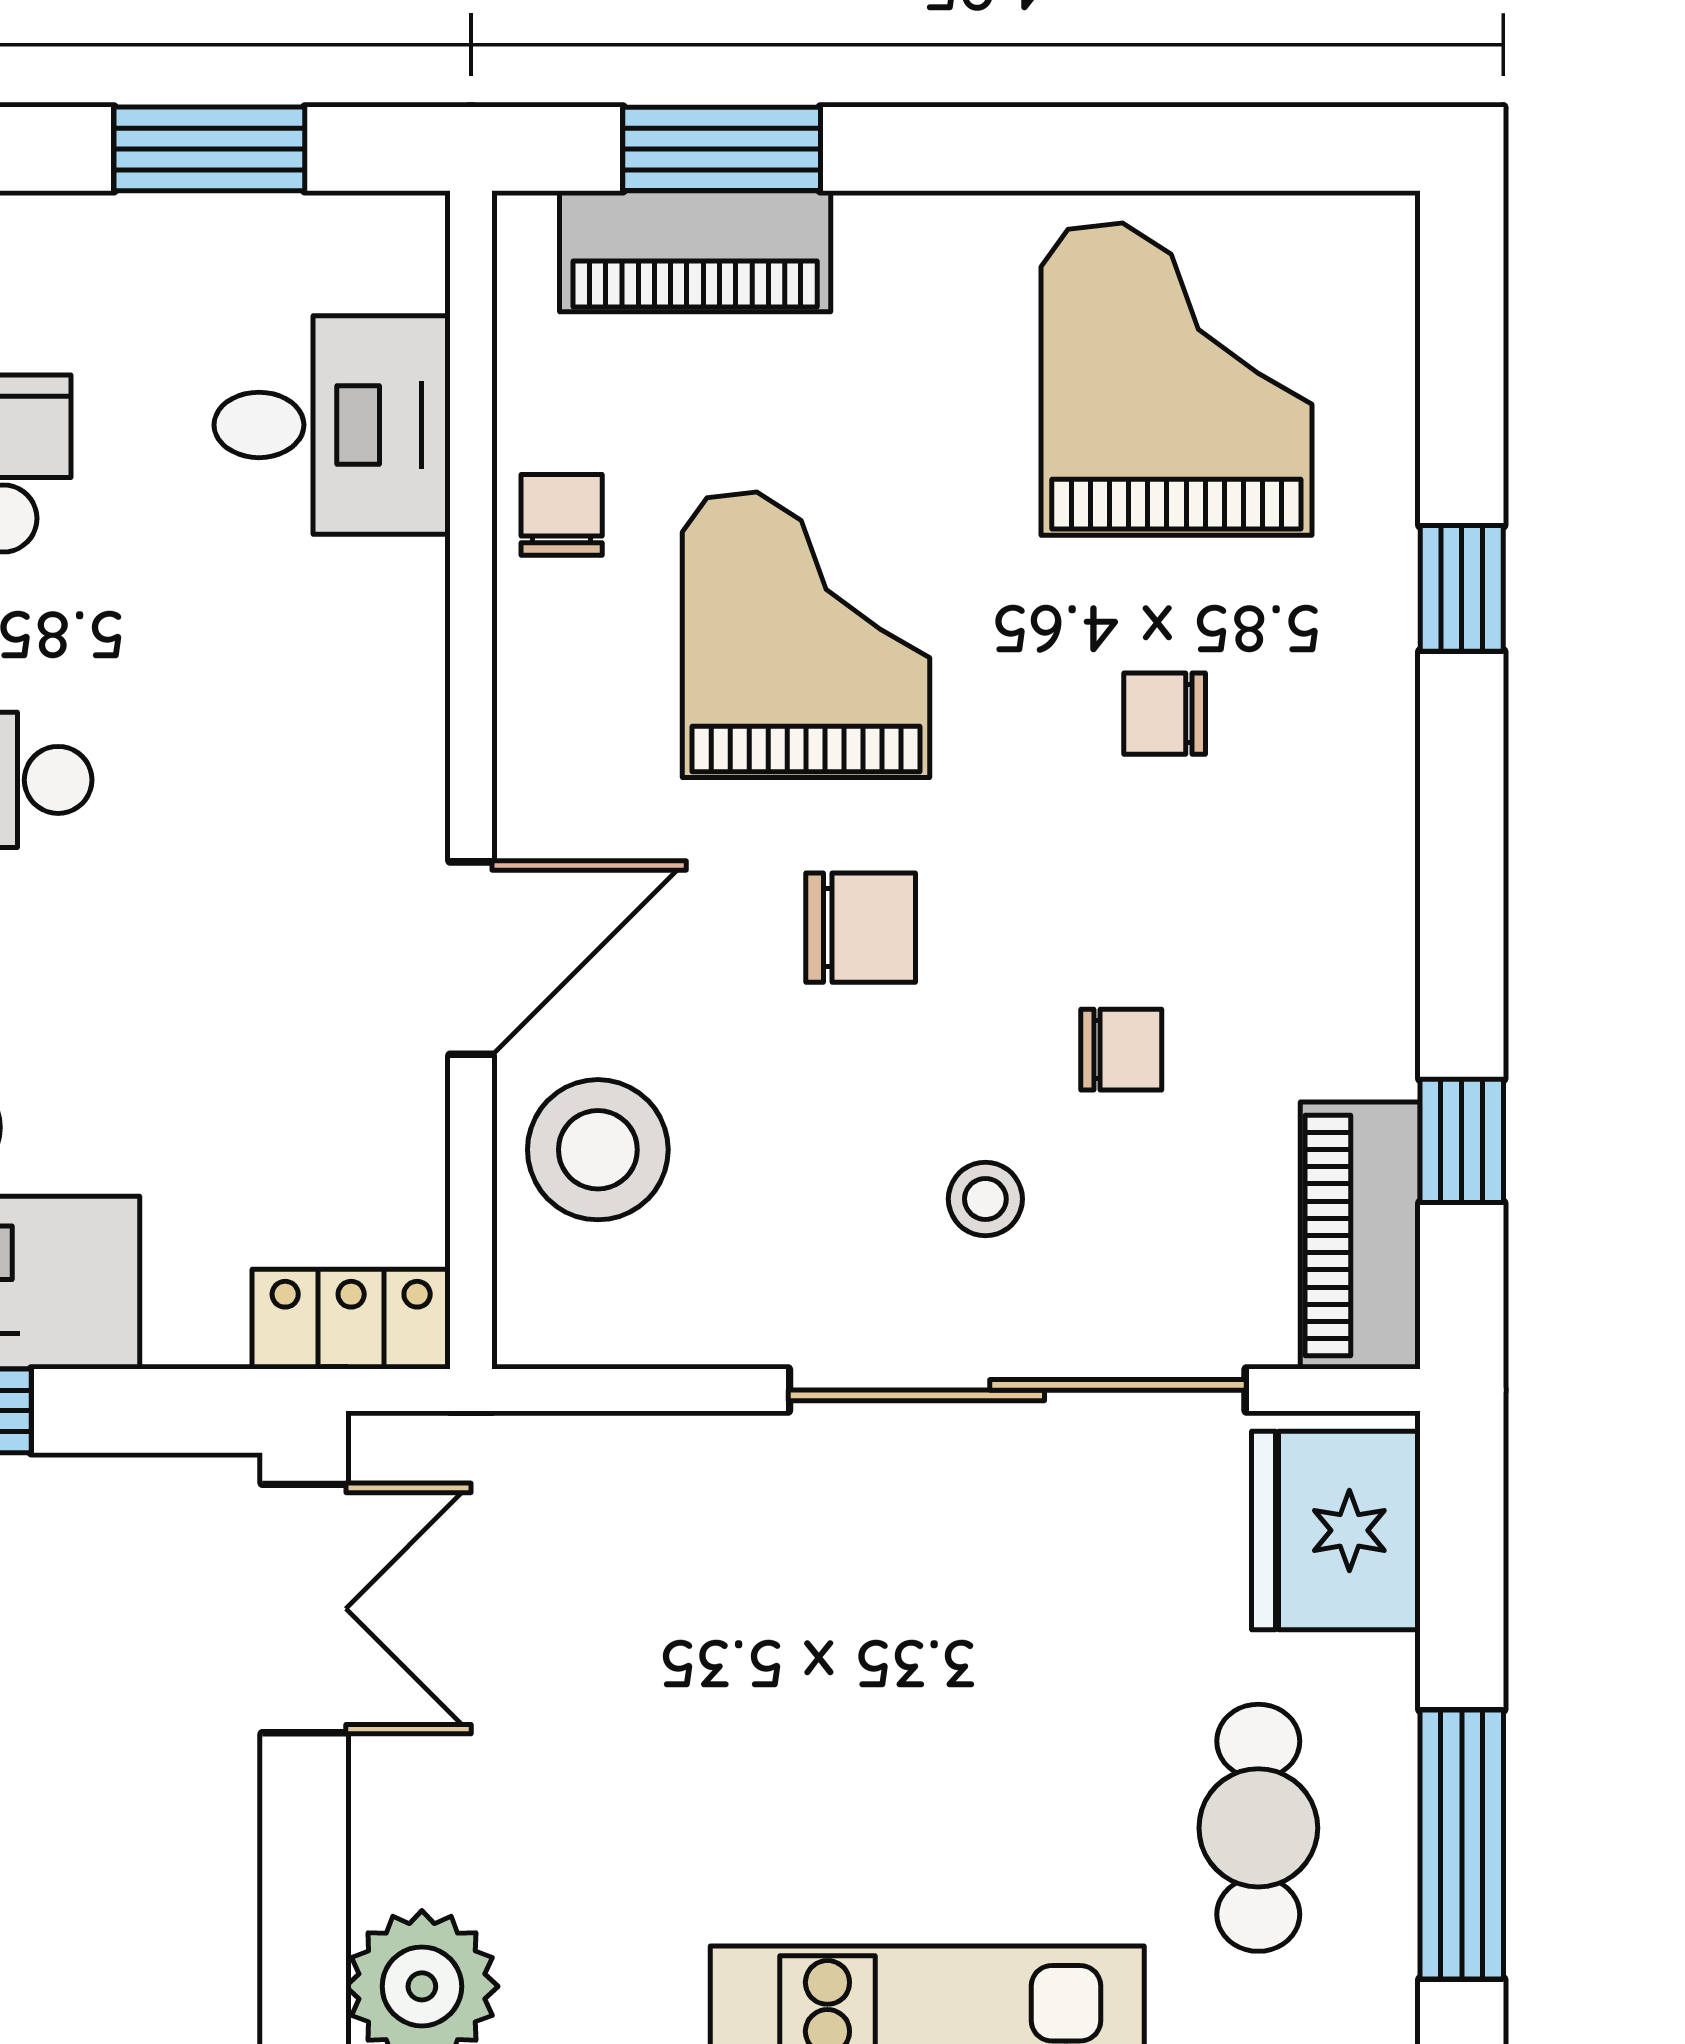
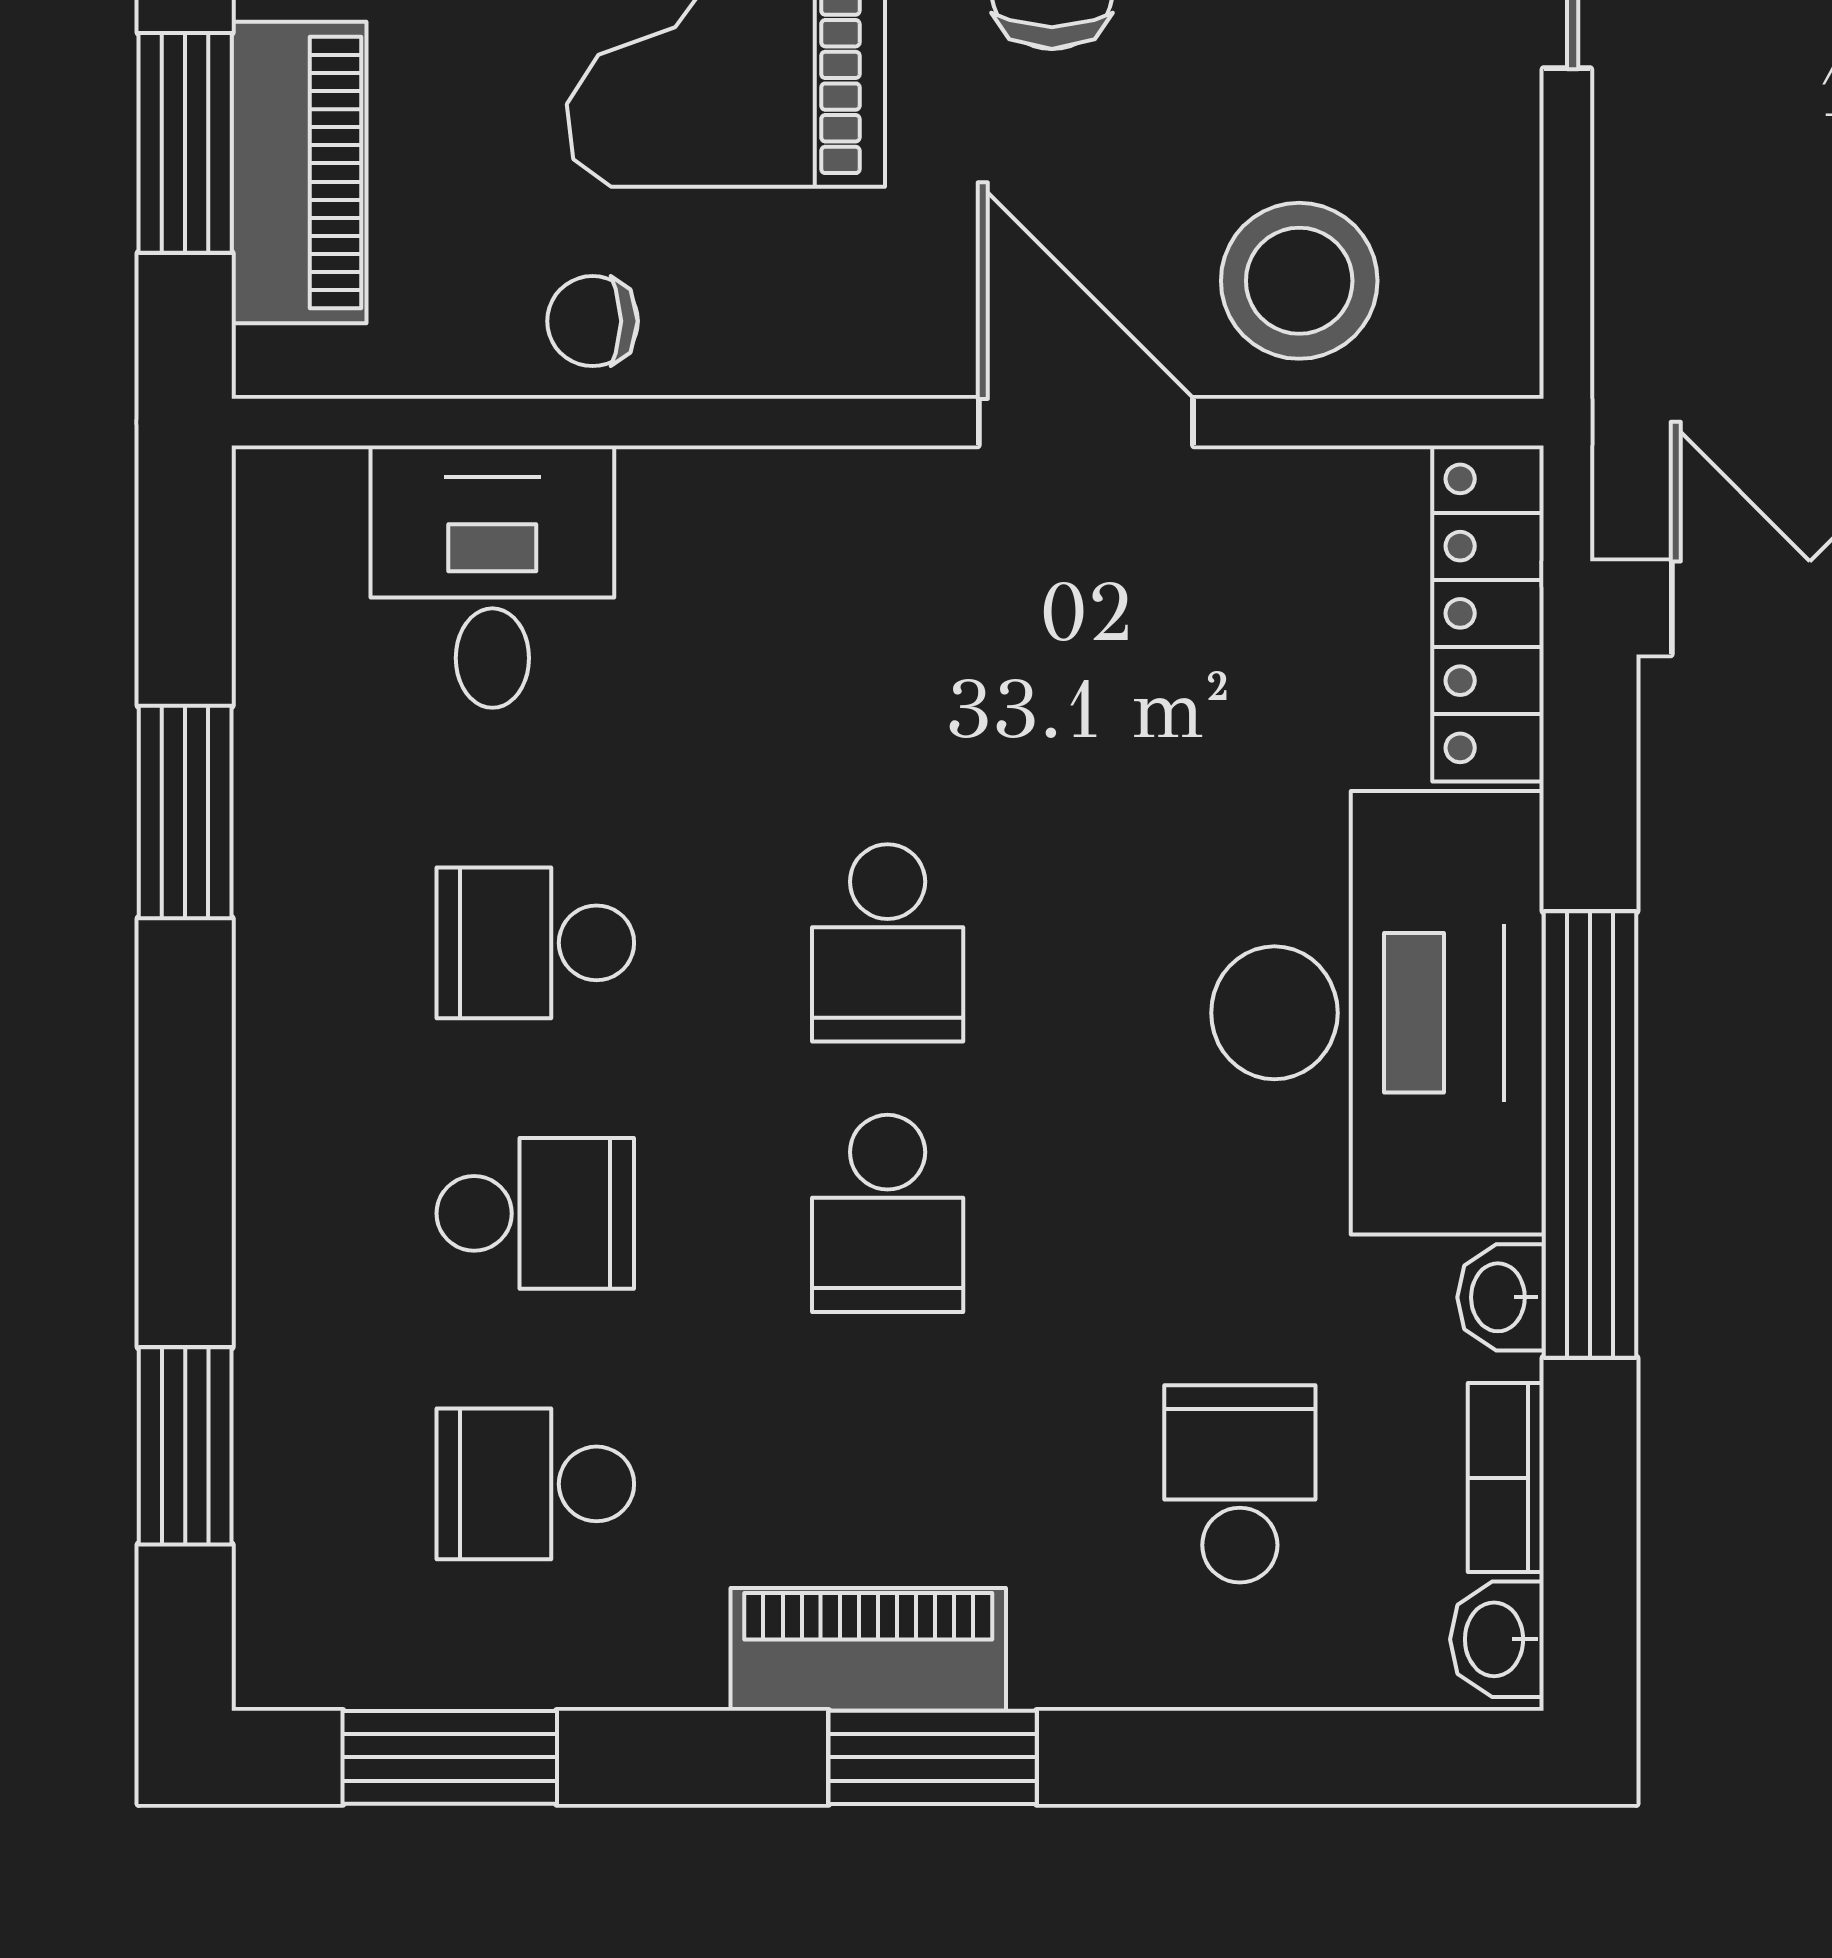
window: (209, 149) -> (185, 812), moved
locker: (351, 1319) -> (1488, 613), width x1.53

